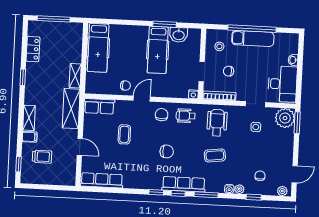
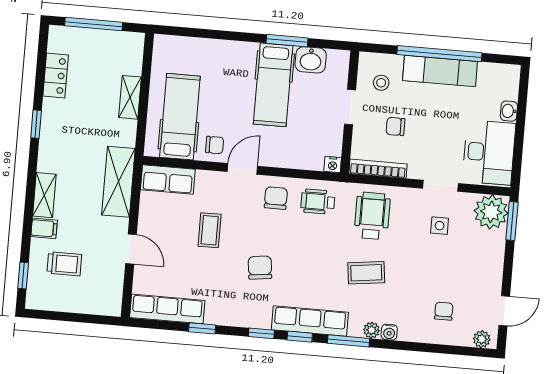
hospital bed: (98, 48) -> (180, 117), moved, turned 180
doorway: (202, 72) -> (350, 107), moved
shelving: (75, 76) -> (130, 97), moved
chair: (167, 151) -> (260, 268), moved, turned -97
plant: (239, 189) -> (372, 330), moved
window: (254, 197) -> (202, 328), moved

